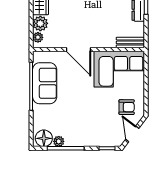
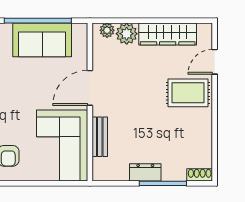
bench: (130, 42) -> (100, 137), moved

